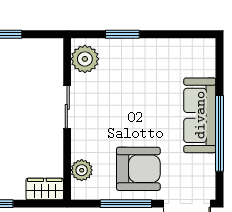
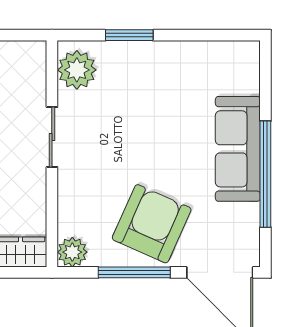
armchair: (138, 169) -> (152, 224), turned -66
plant: (82, 170) -> (72, 252), moved

